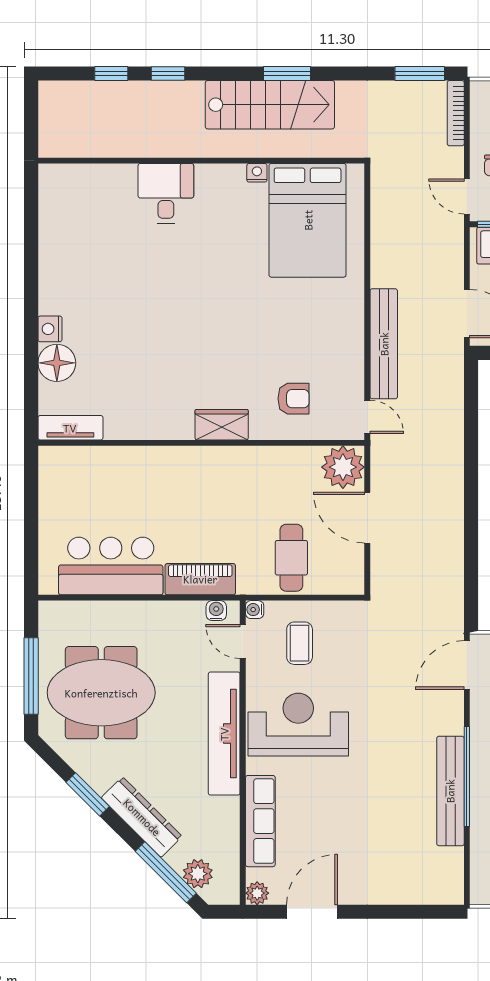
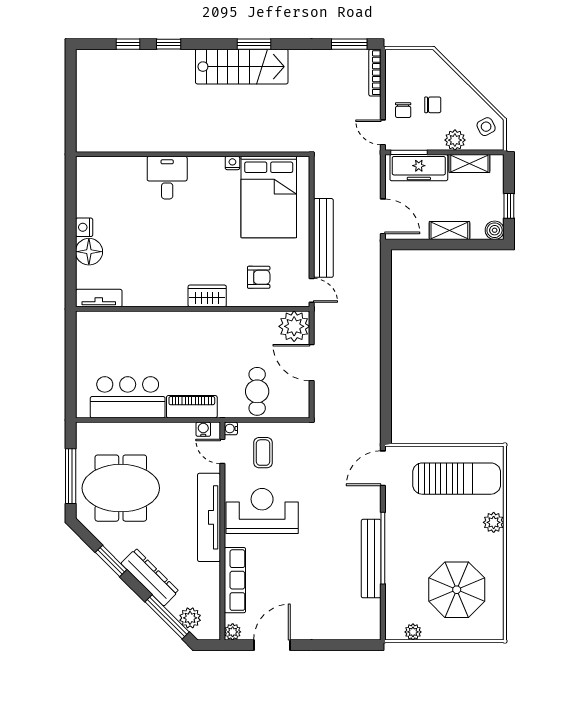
wall: (201, 161) -> (193, 154), moved
nightstand: (257, 173) -> (232, 163), moved
desk: (166, 193) -> (167, 178), moved
bed: (308, 220) -> (269, 197), moved

